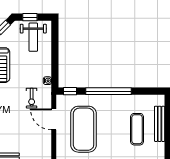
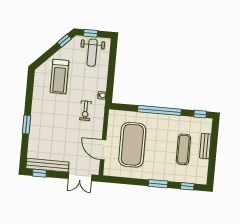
window: (70, 91) -> (200, 114), moved
door: (54, 119) -> (103, 150), moved
bench: (160, 124) -> (205, 146), width x0.73

